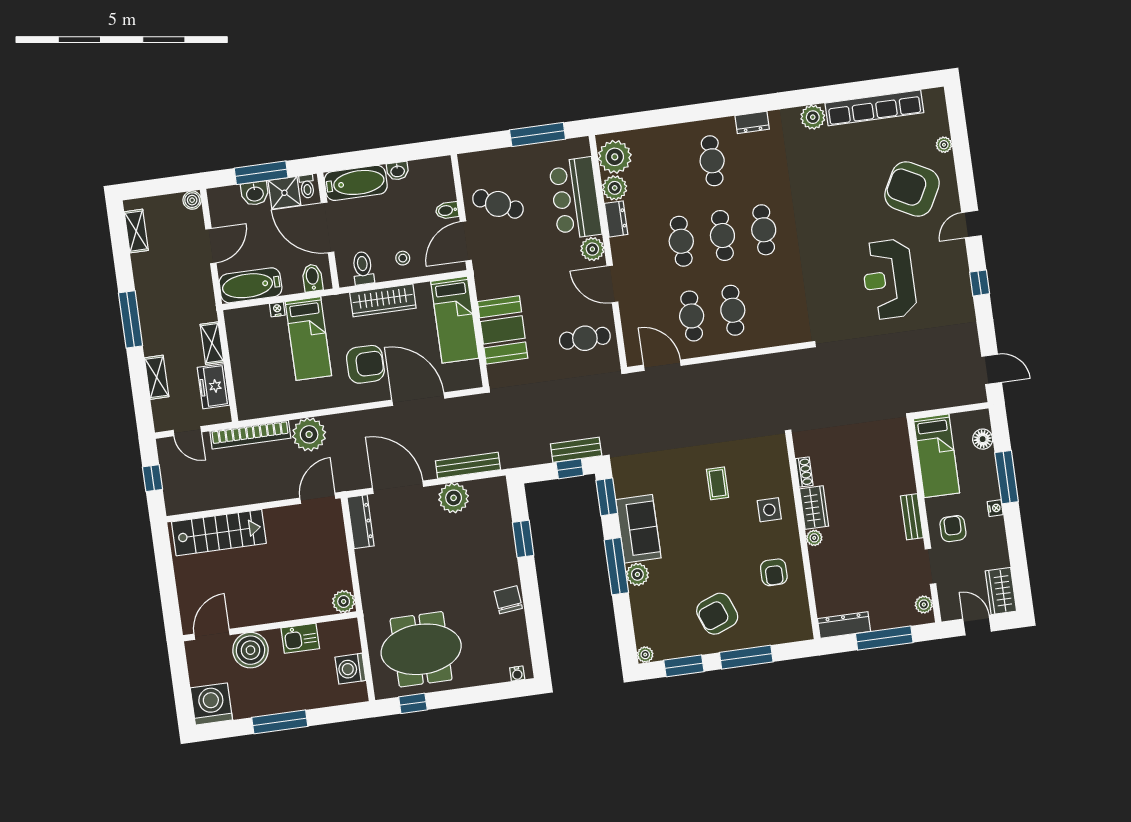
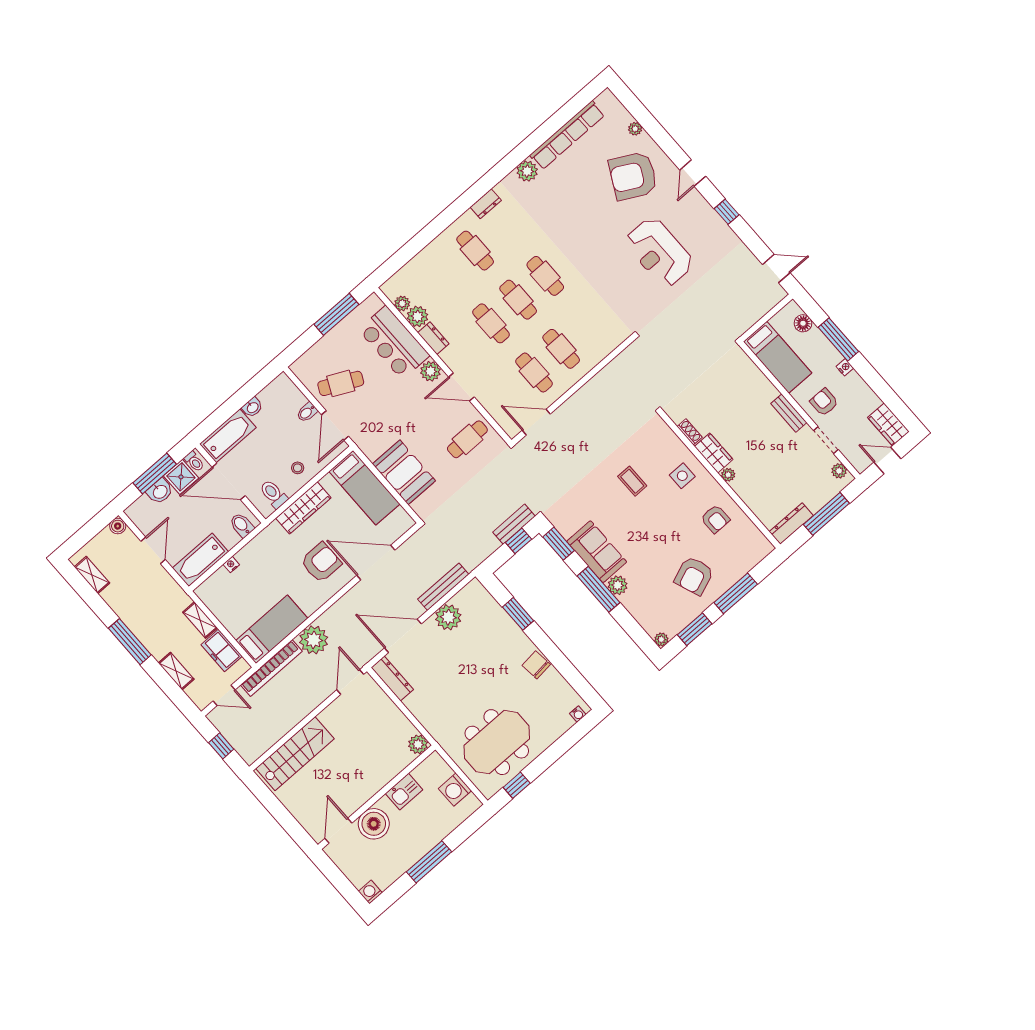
plant: (615, 157) -> (402, 303), width x0.53, depth x0.53
bed: (308, 339) -> (272, 629), moved, turned -90
washing machine: (211, 704) -> (370, 892), width x0.53, depth x0.53

